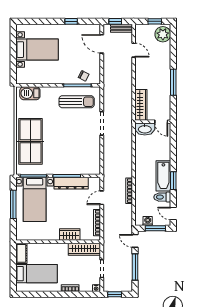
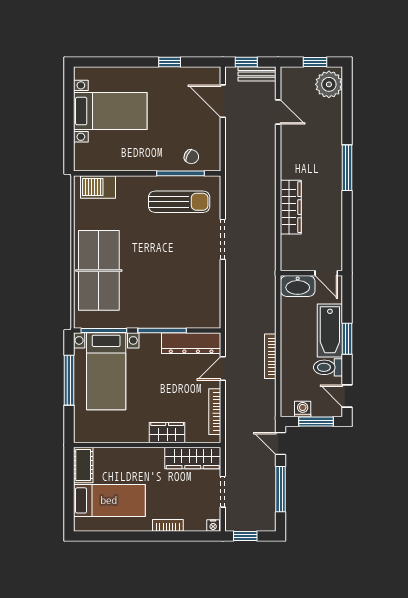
wall: (153, 122) -> (311, 273), moved
door: (161, 122) -> (326, 273), moved
washbasin: (145, 129) -> (298, 286), moved
dresser: (71, 183) -> (191, 343), moved

